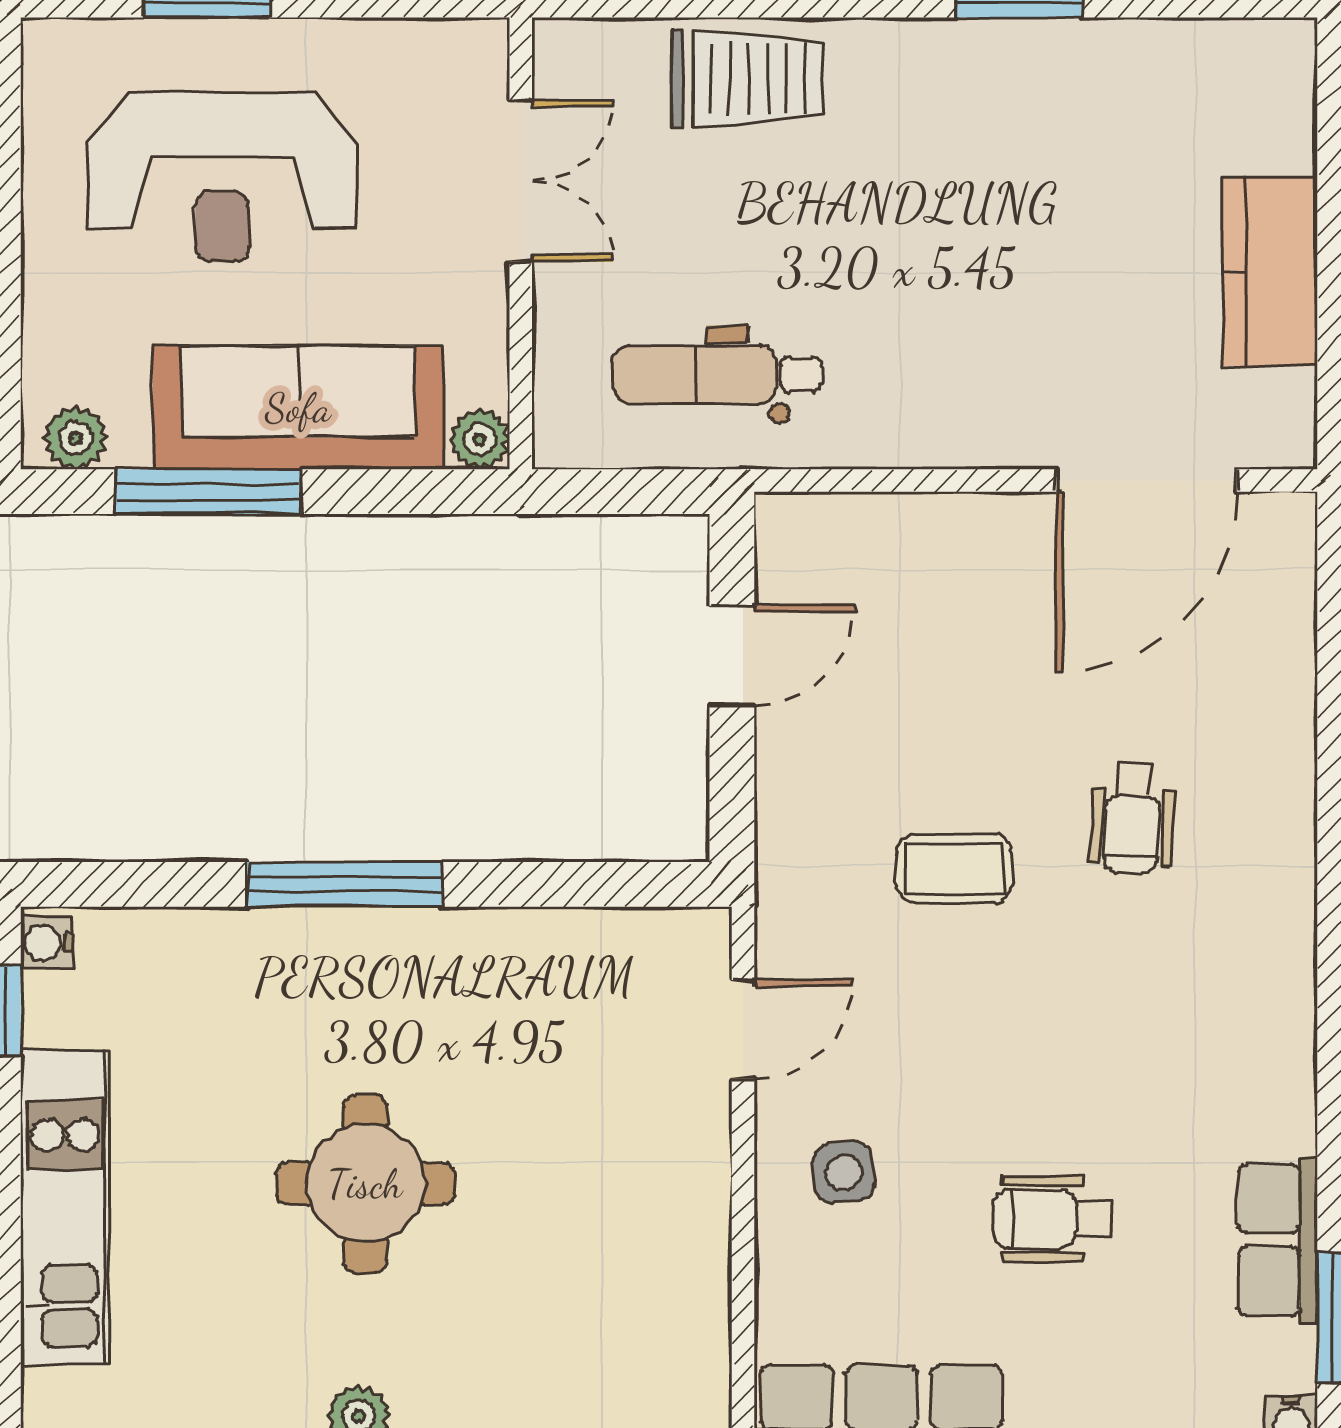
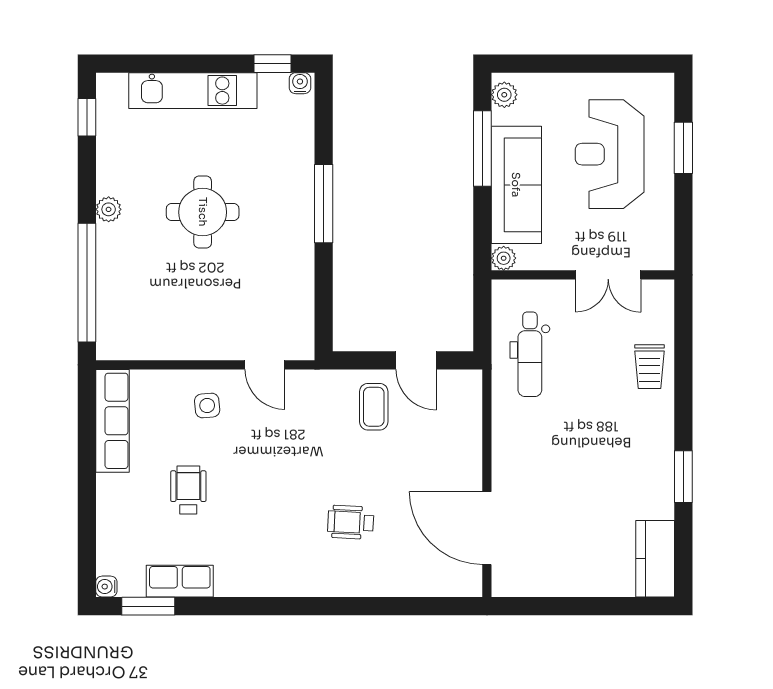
trolley: (748, 79) -> (650, 367), width x0.73, depth x0.72
kitchen counter: (1270, 271) -> (655, 559), moved, turned -90
dental chair: (717, 374) -> (530, 354), turned 180
coffee table: (954, 869) -> (374, 407), moved

